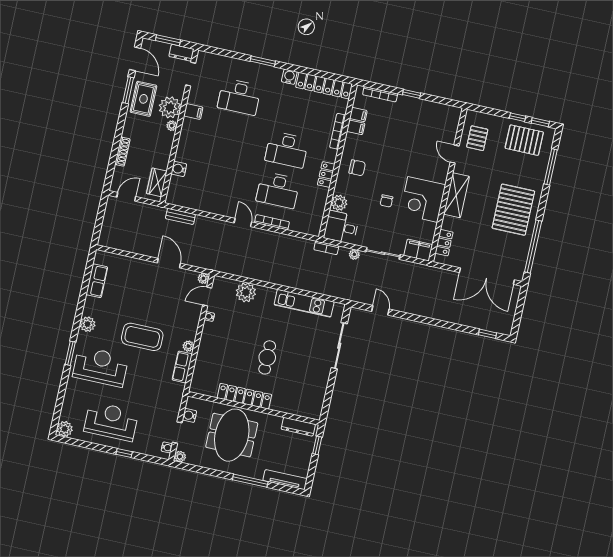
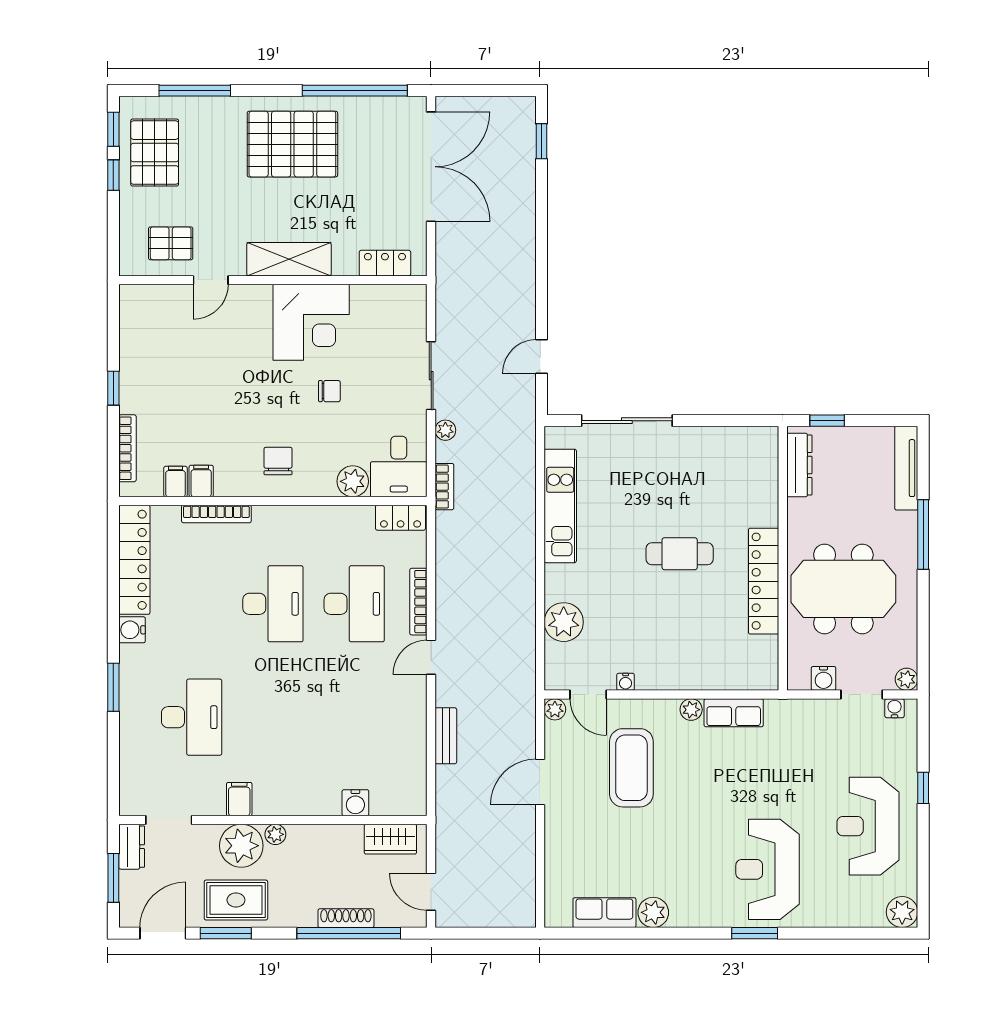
window: (115, 151) -> (349, 933), added
locker: (326, 175) -> (401, 518), moved
bench: (180, 216) -> (446, 736), moved
filing cabinet: (418, 250) -> (410, 310), removed
plant: (87, 324) -> (653, 912), moved
coffee table: (142, 337) -> (631, 768), moved

